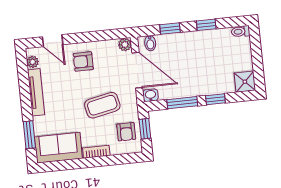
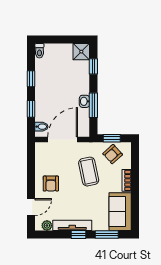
plant: (125, 45) -> (40, 148), removed
washbasin: (151, 95) -> (84, 101), moved
window: (215, 99) -> (93, 66), moved
window: (26, 101) -> (78, 234), added
armchair: (126, 132) -> (113, 154), turned 138

